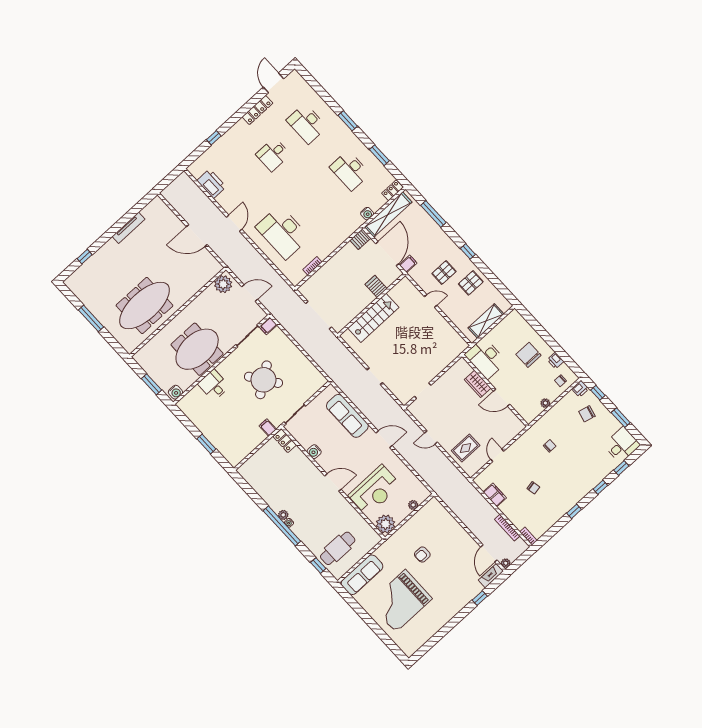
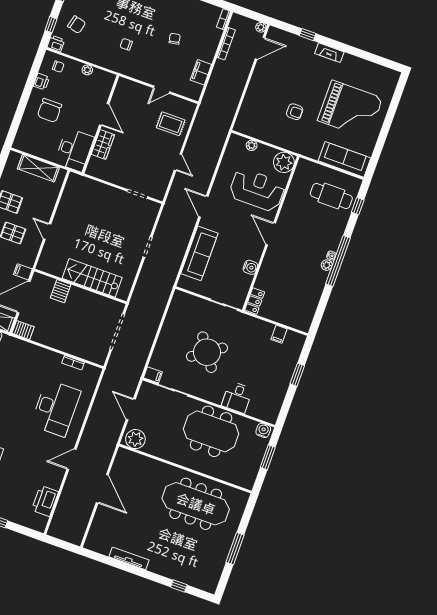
filing cabinet: (268, 428) -> (279, 334), moved
fireplace: (491, 576) -> (329, 53), moved

